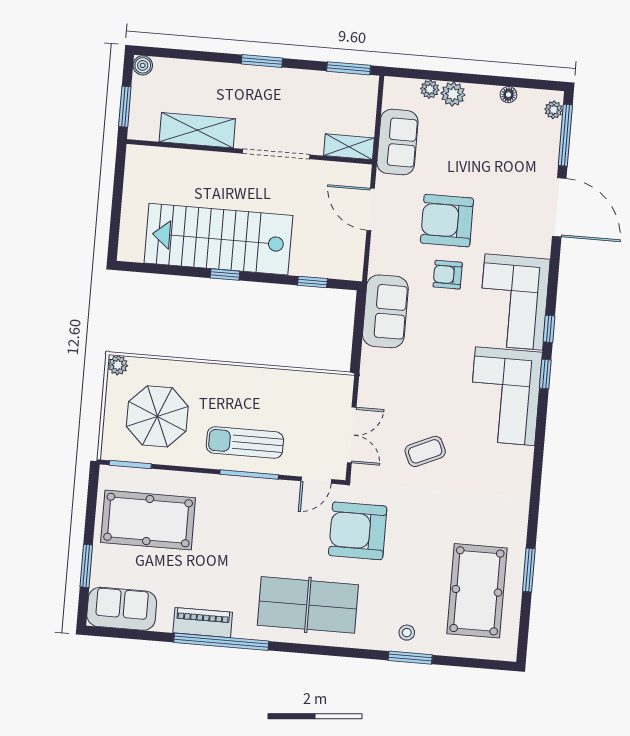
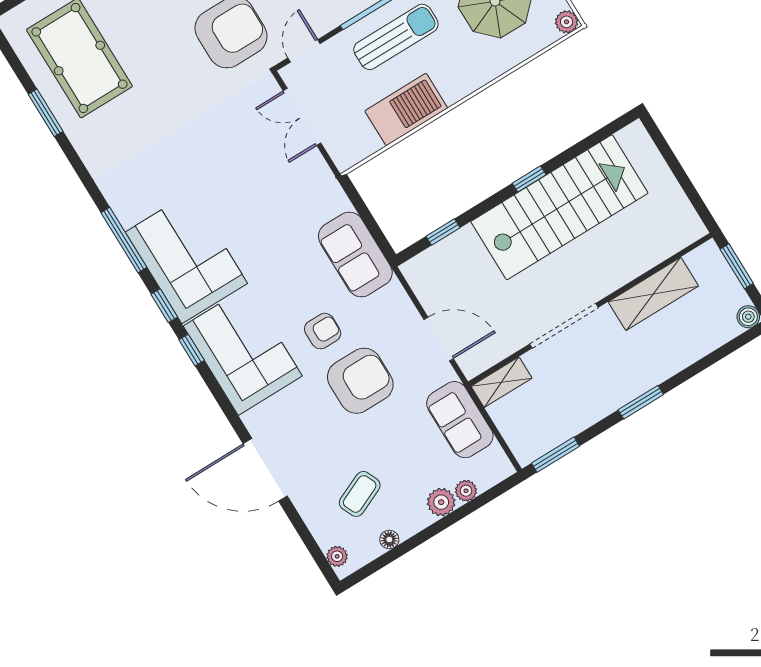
window: (565, 135) -> (124, 240), moved
barbecue: (275, 386) -> (406, 110), added
coffee table: (425, 451) -> (360, 494), moved

